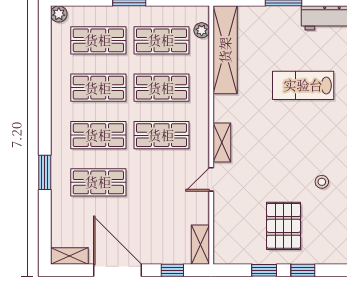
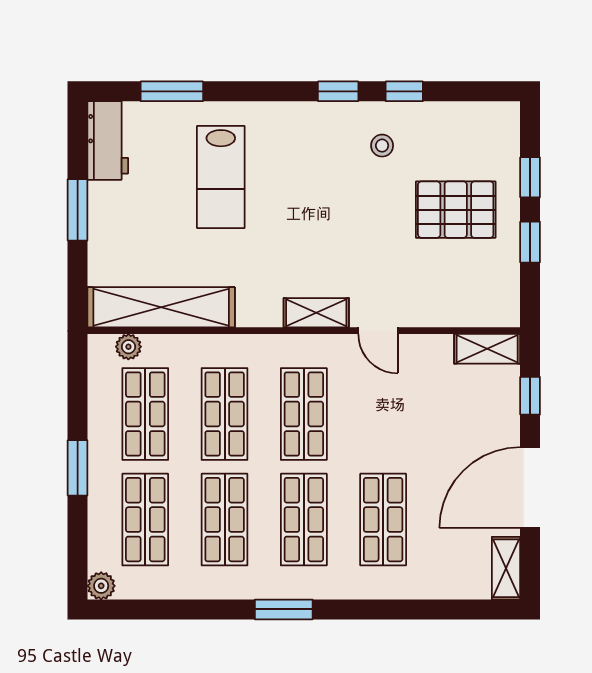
window: (45, 172) -> (284, 609), moved

